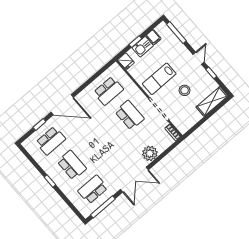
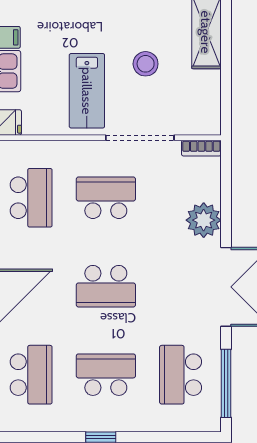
school desk: (101, 140) -> (106, 286), added

